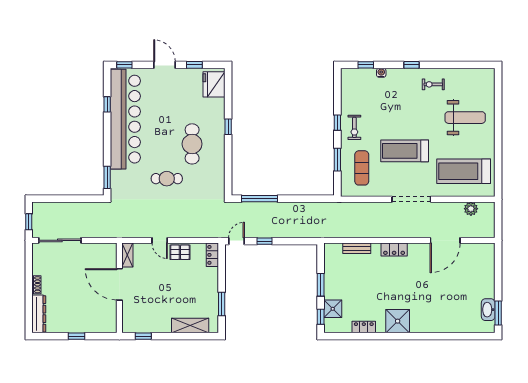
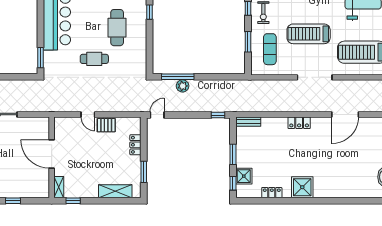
plant: (471, 209) -> (183, 86), moved
window: (265, 241) -> (218, 115), moved
bench: (357, 248) -> (248, 122), moved
shelving: (127, 255) -> (59, 187), moved
locker: (212, 255) -> (135, 145), moved

